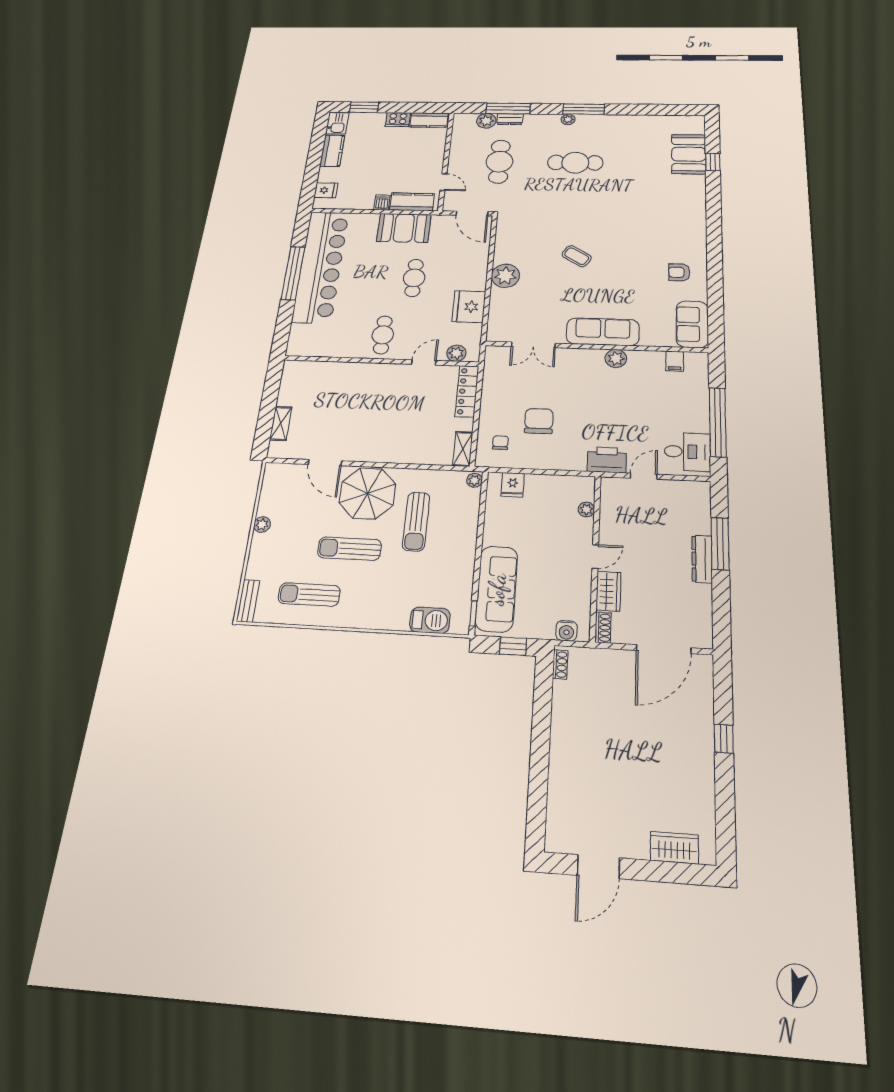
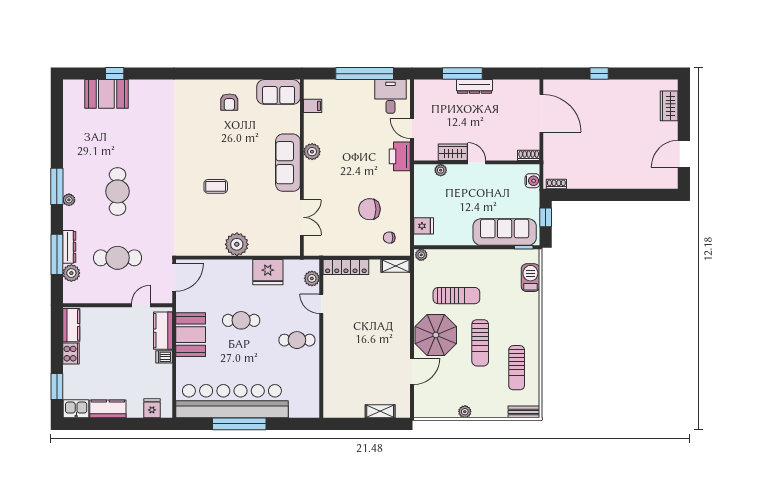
dresser: (510, 119) -> (69, 247), width x1.44
coffee table: (577, 256) -> (216, 186), turned 58
wardrobe: (608, 591) -> (453, 152), moved
door: (598, 867) -> (684, 154), swing flipped

